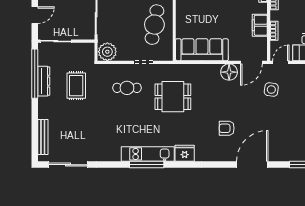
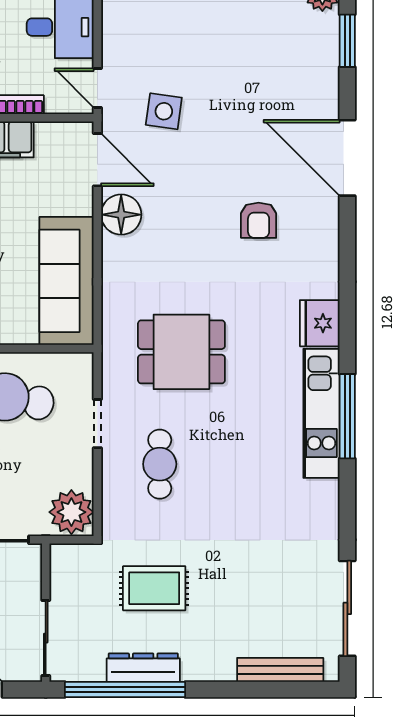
dining table: (173, 97) -> (181, 352), turned 90

